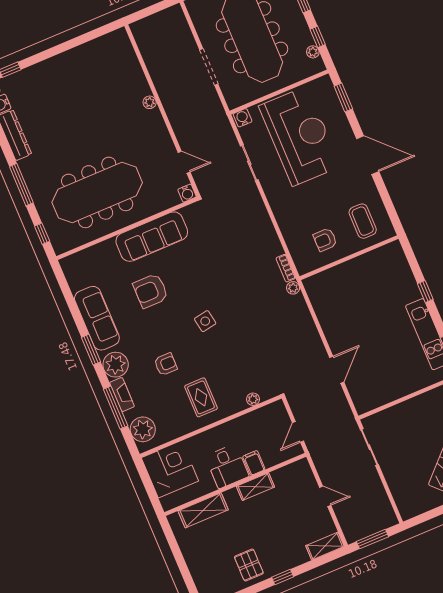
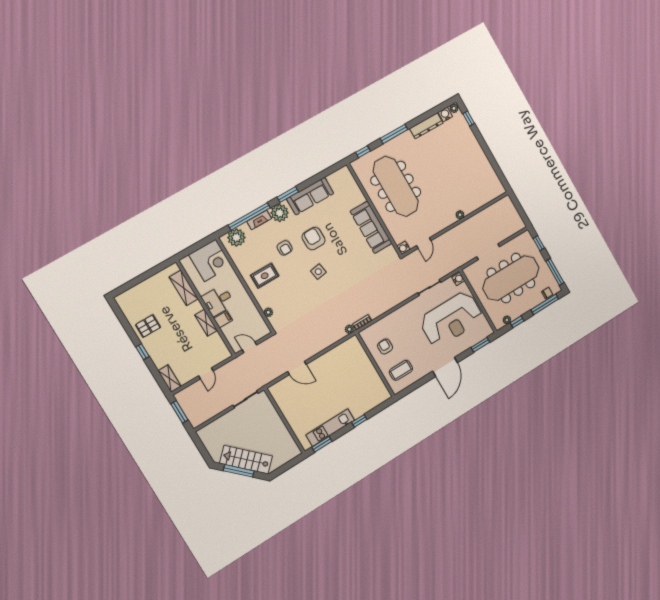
armchair: (151, 291) -> (314, 239), moved
window: (116, 408) -> (249, 216), width x1.46

